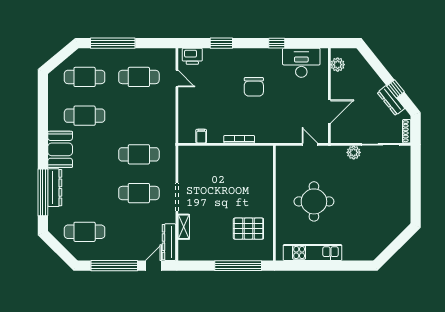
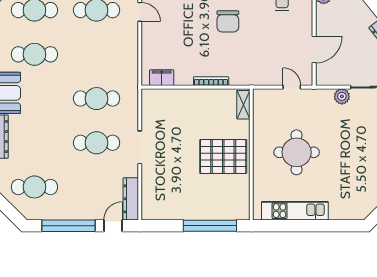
filing cabinet: (201, 136) -> (162, 78), width x2.00
shelving: (184, 227) -> (243, 105), moved
pallet: (248, 229) -> (223, 157), moved, width x1.37, depth x1.41

